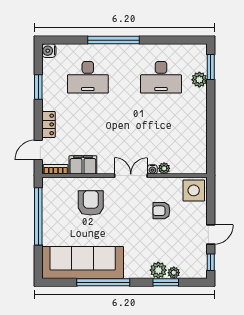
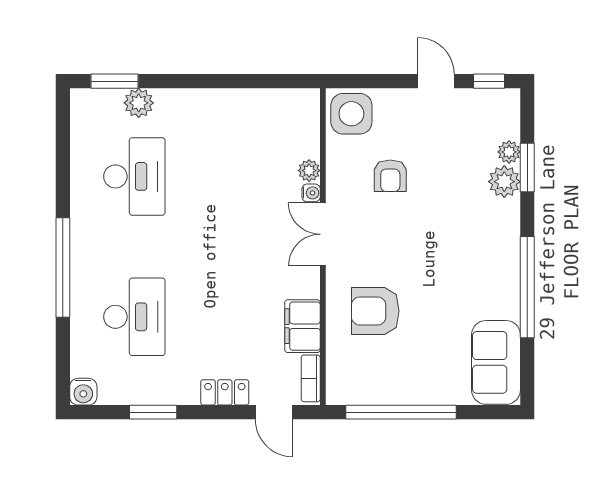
sofa: (83, 262) -> (496, 362), width x0.54, depth x0.79

